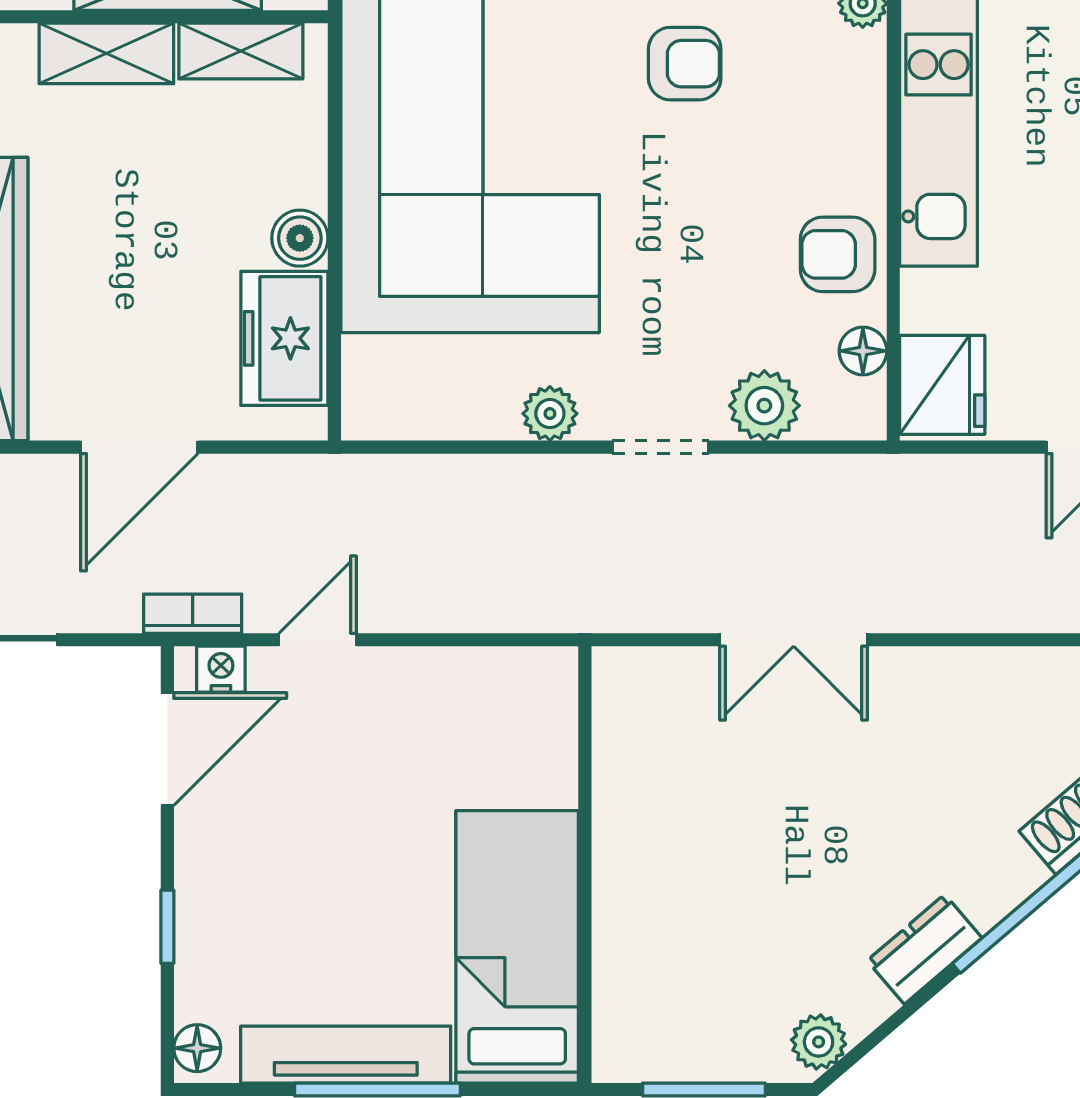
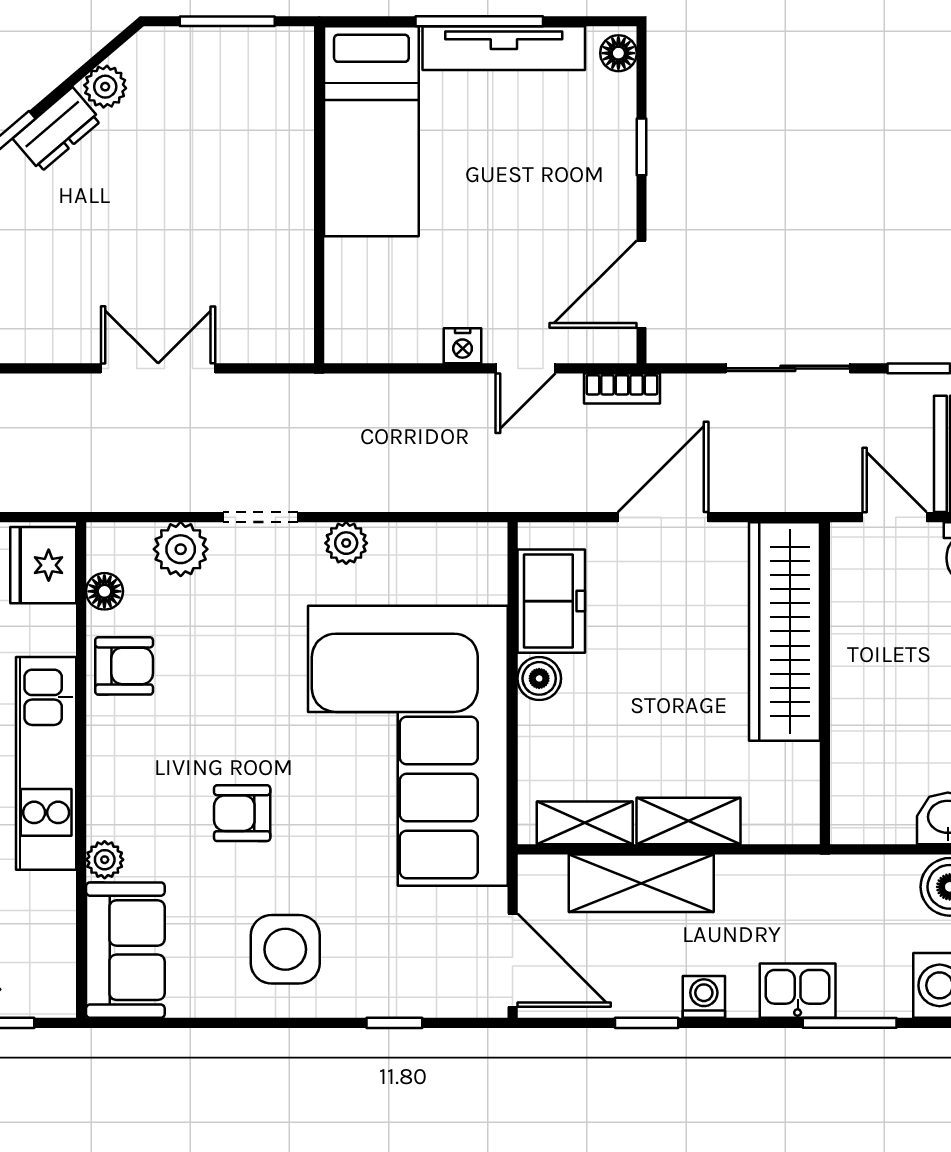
nightstand: (221, 669) -> (463, 346), moved
plant: (819, 1042) -> (105, 87), moved

